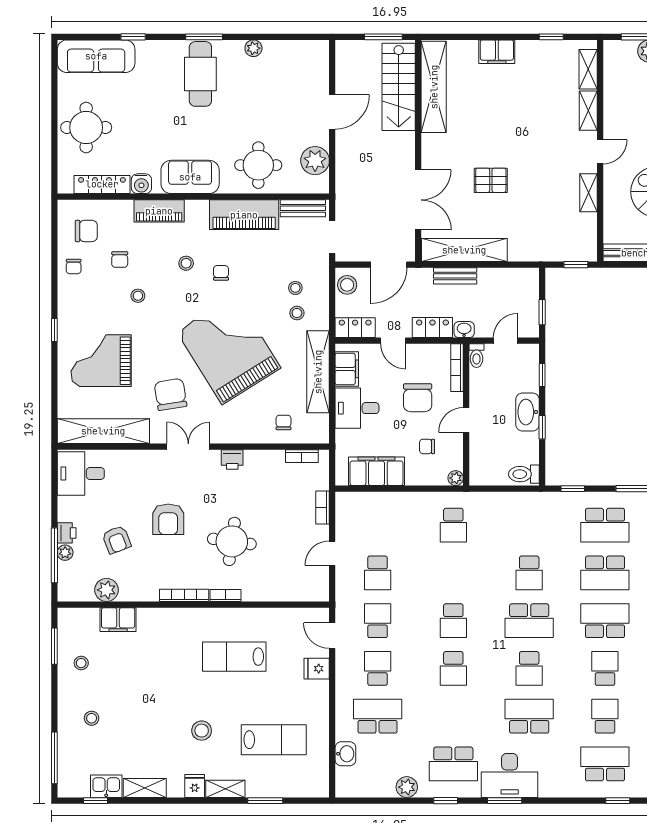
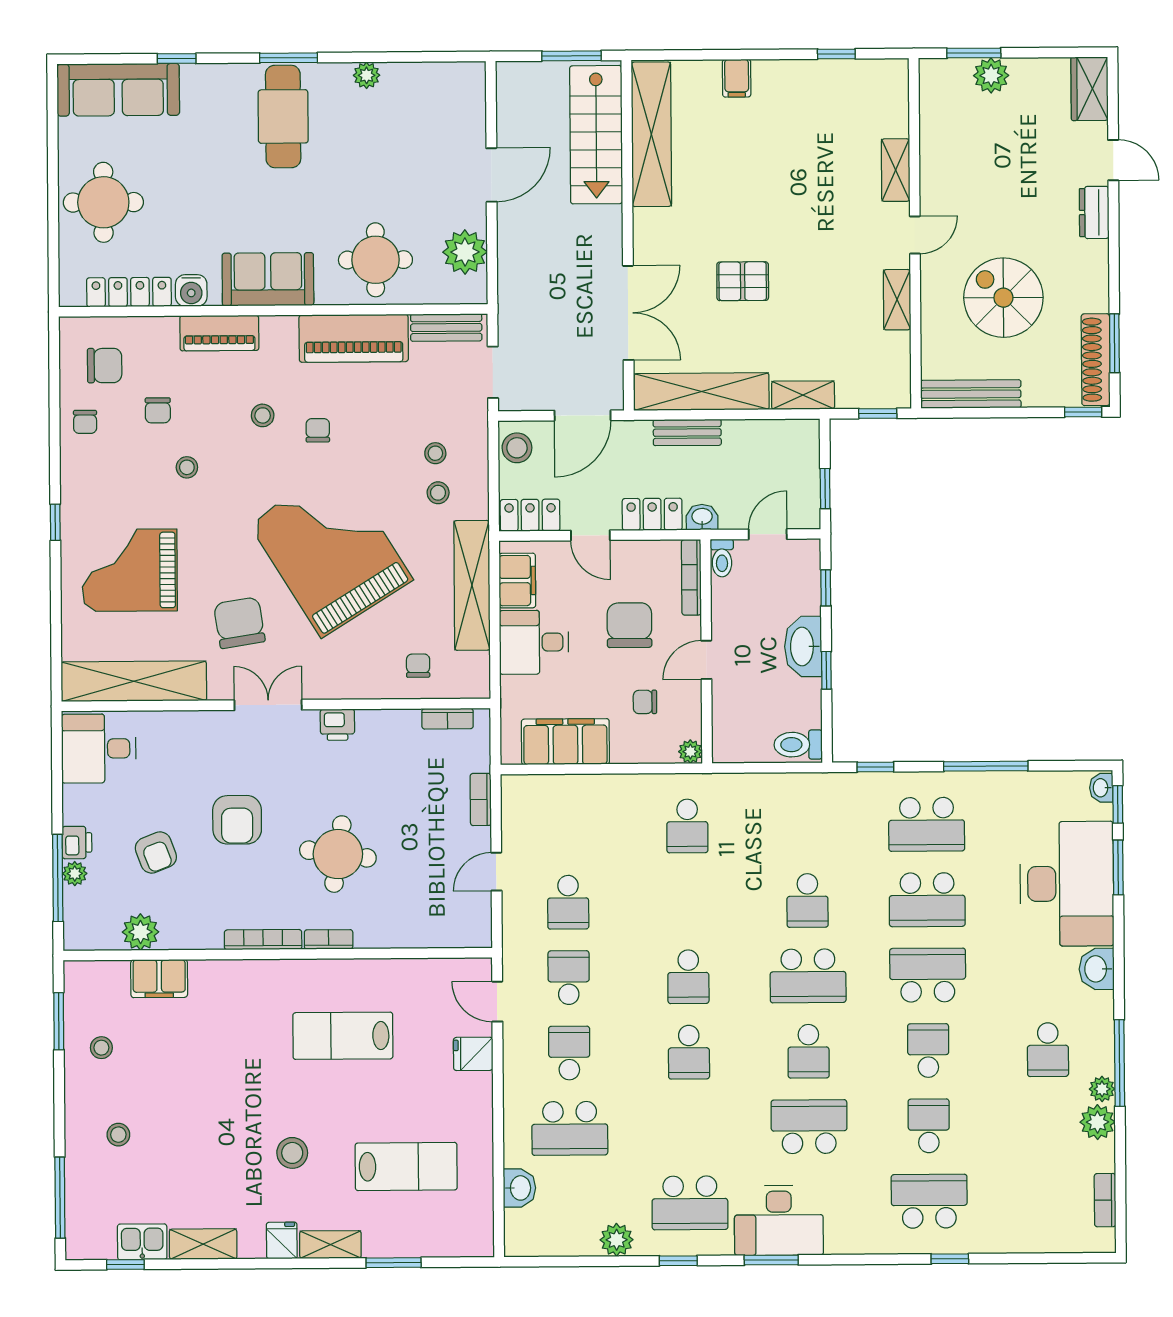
filing cabinet: (497, 52) -> (737, 78), width x0.50
shelving: (588, 69) -> (803, 395), moved, turned 90
chair: (418, 398) -> (629, 625), turned 180
school desk: (378, 716) -> (570, 1128), turned 180

